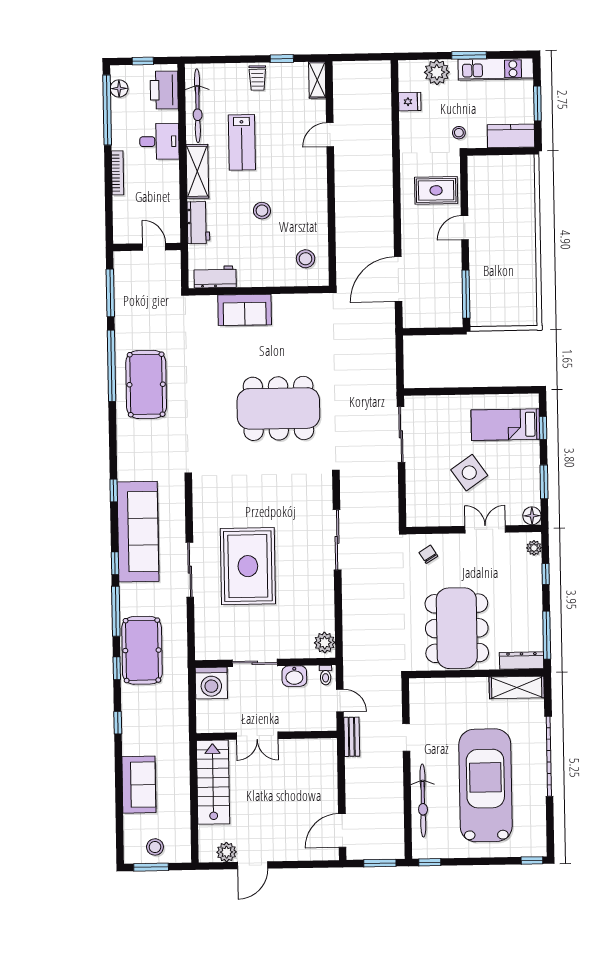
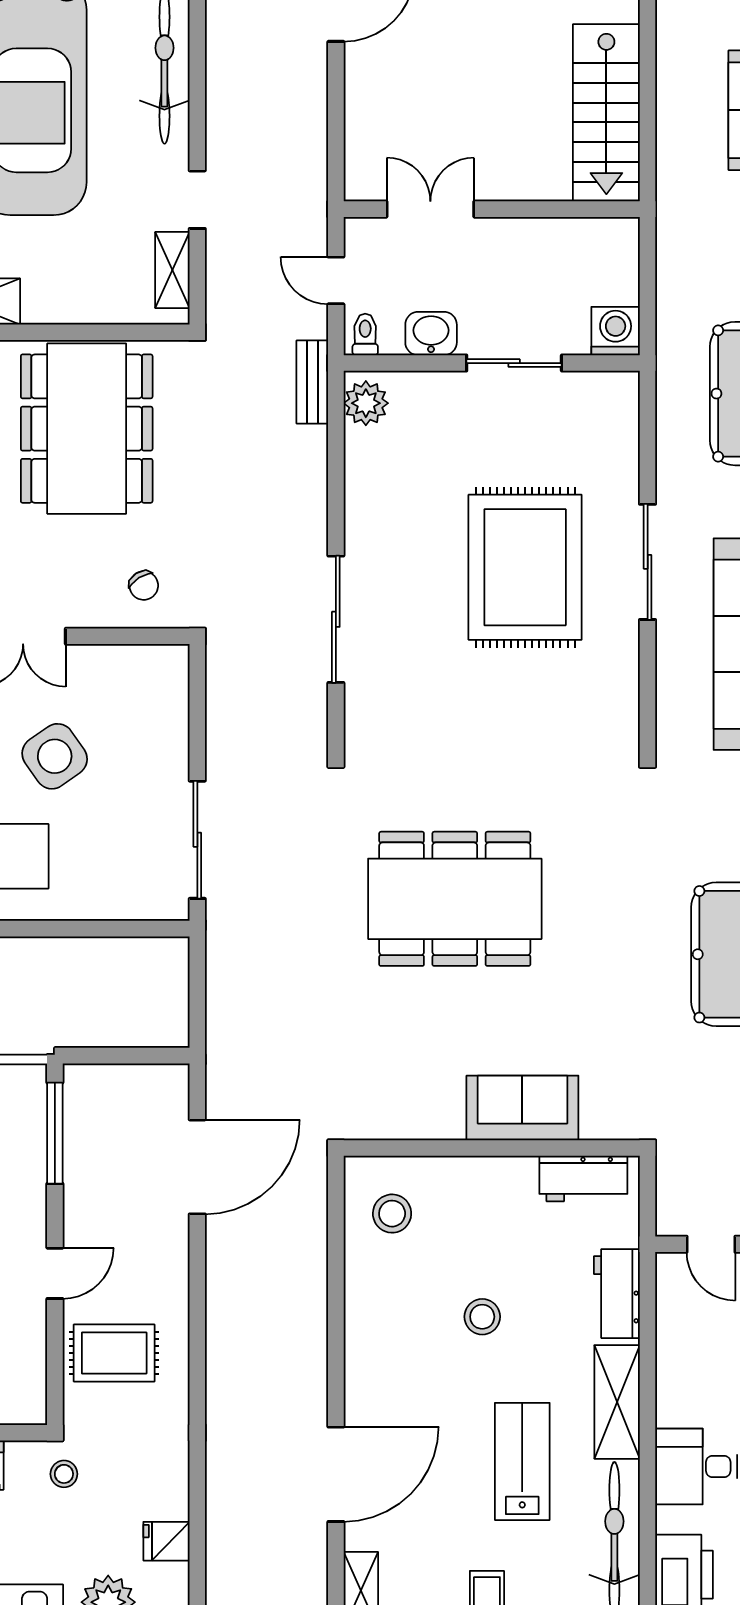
door: (330, 135) -> (336, 1474), width x1.87
washing machine: (211, 683) -> (616, 331), width x0.73, depth x0.73
shelving: (417, 704) -> (172, 270), added
double door: (257, 736) -> (430, 209), moved
bench: (352, 737) -> (312, 382), moved

